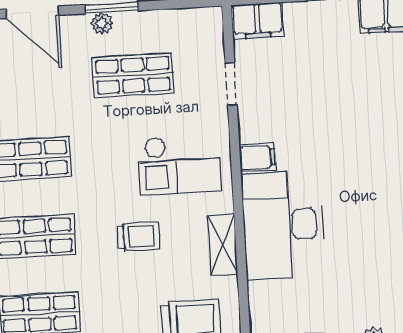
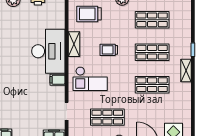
checkout: (180, 165) -> (90, 79), turned 180

